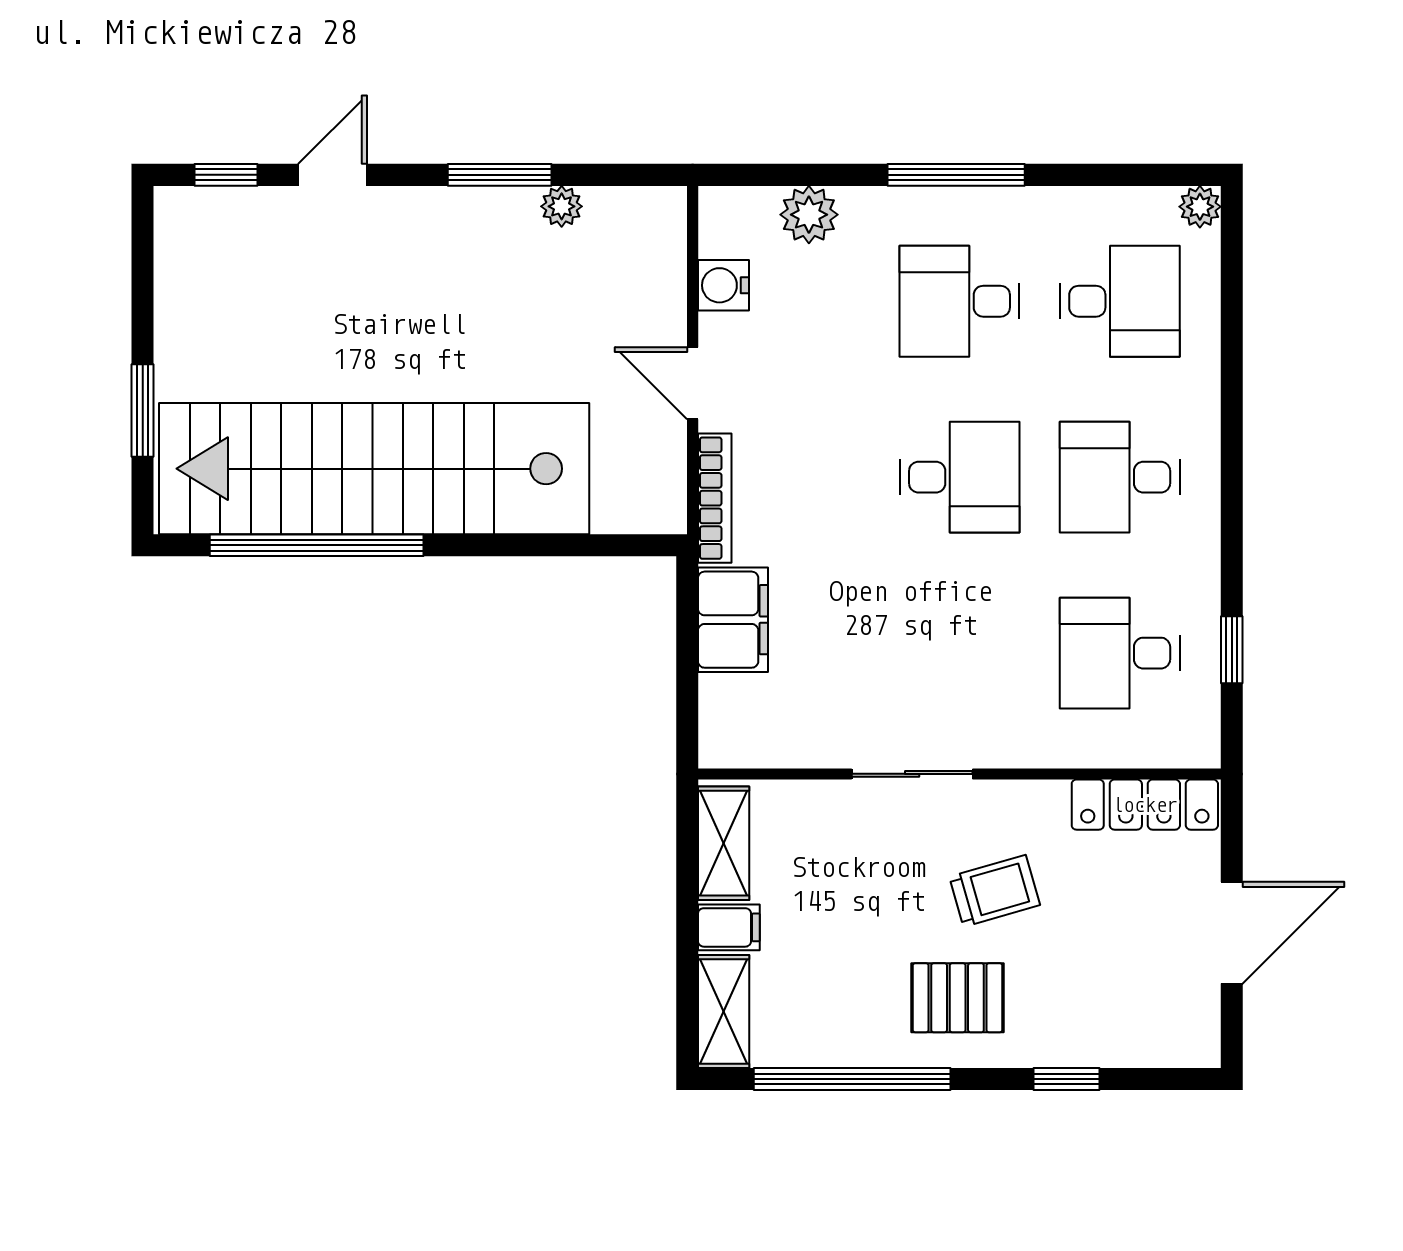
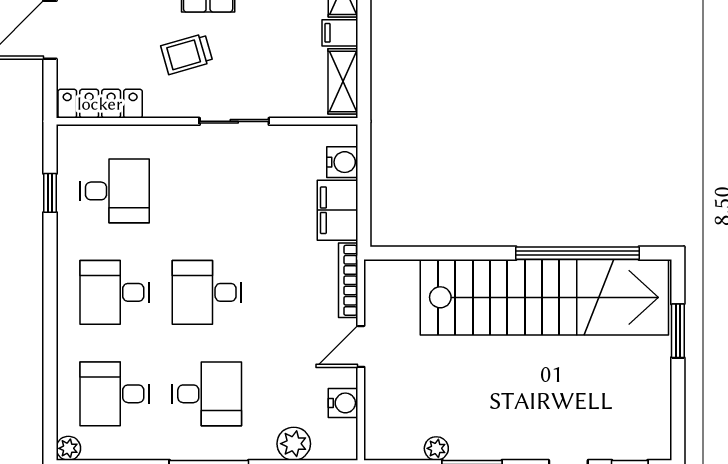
door: (693, 383) -> (361, 346), swing flipped
desk: (1120, 477) -> (115, 292), turned 180
water cooler: (725, 703) -> (342, 162), added

